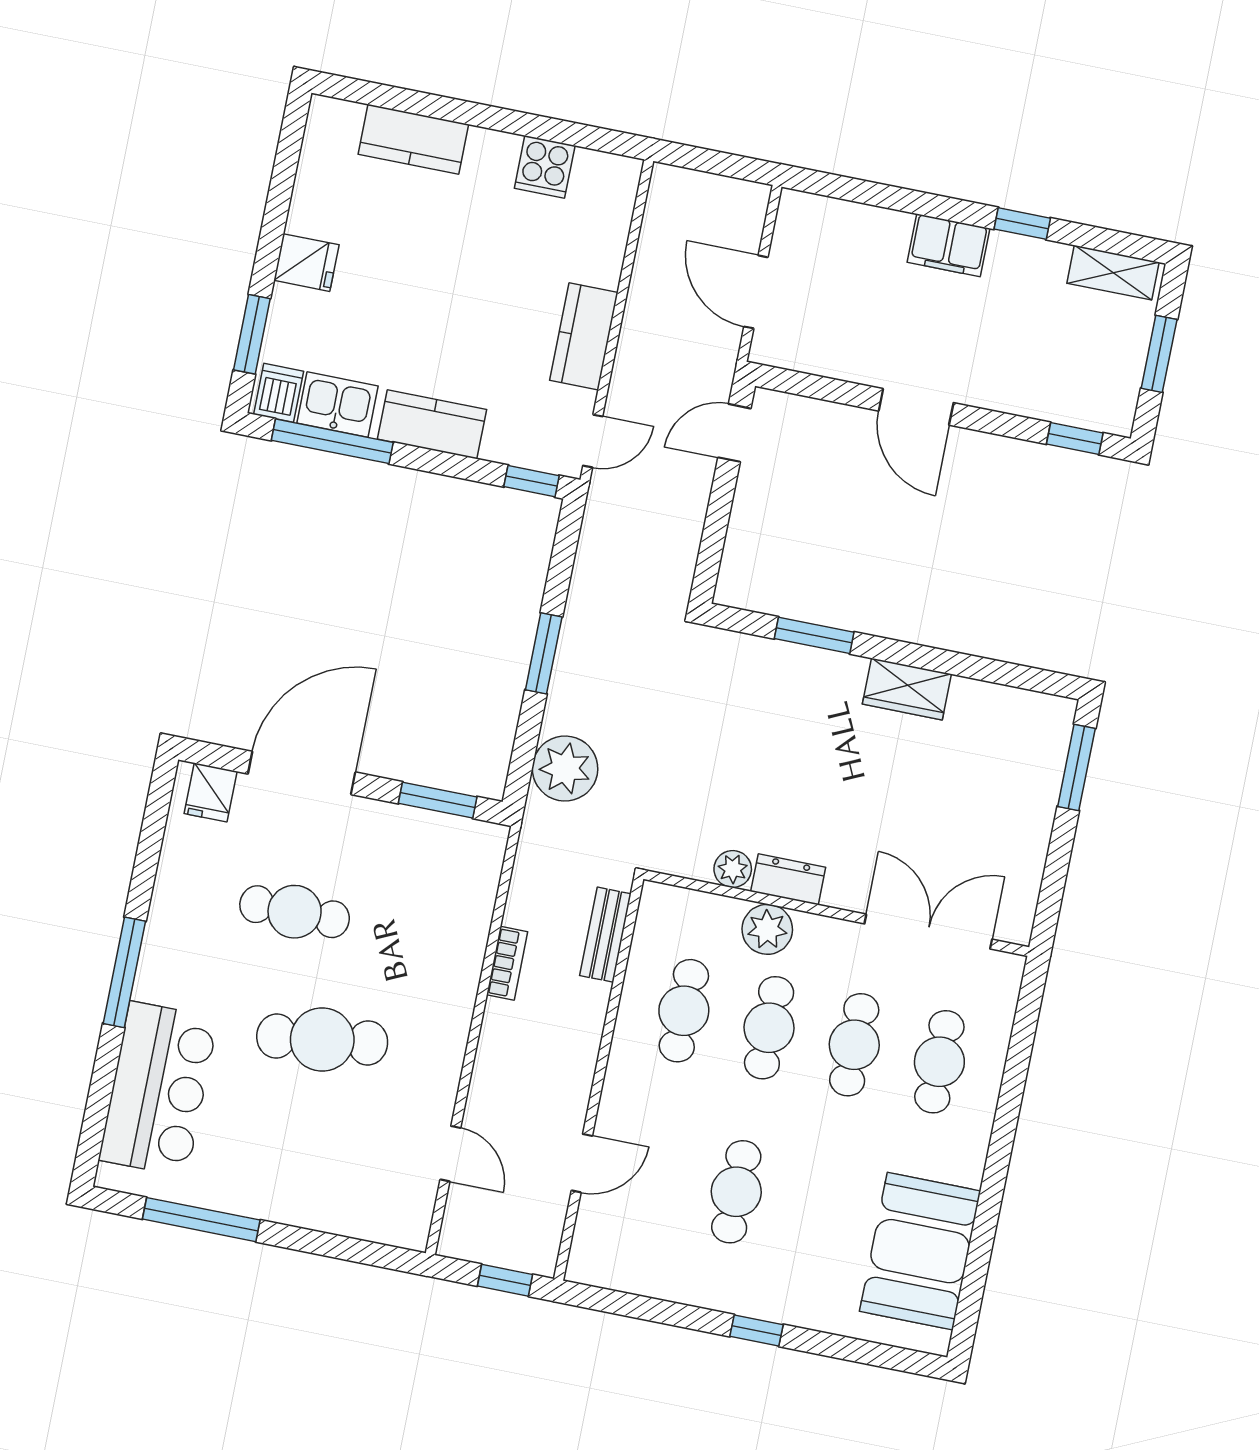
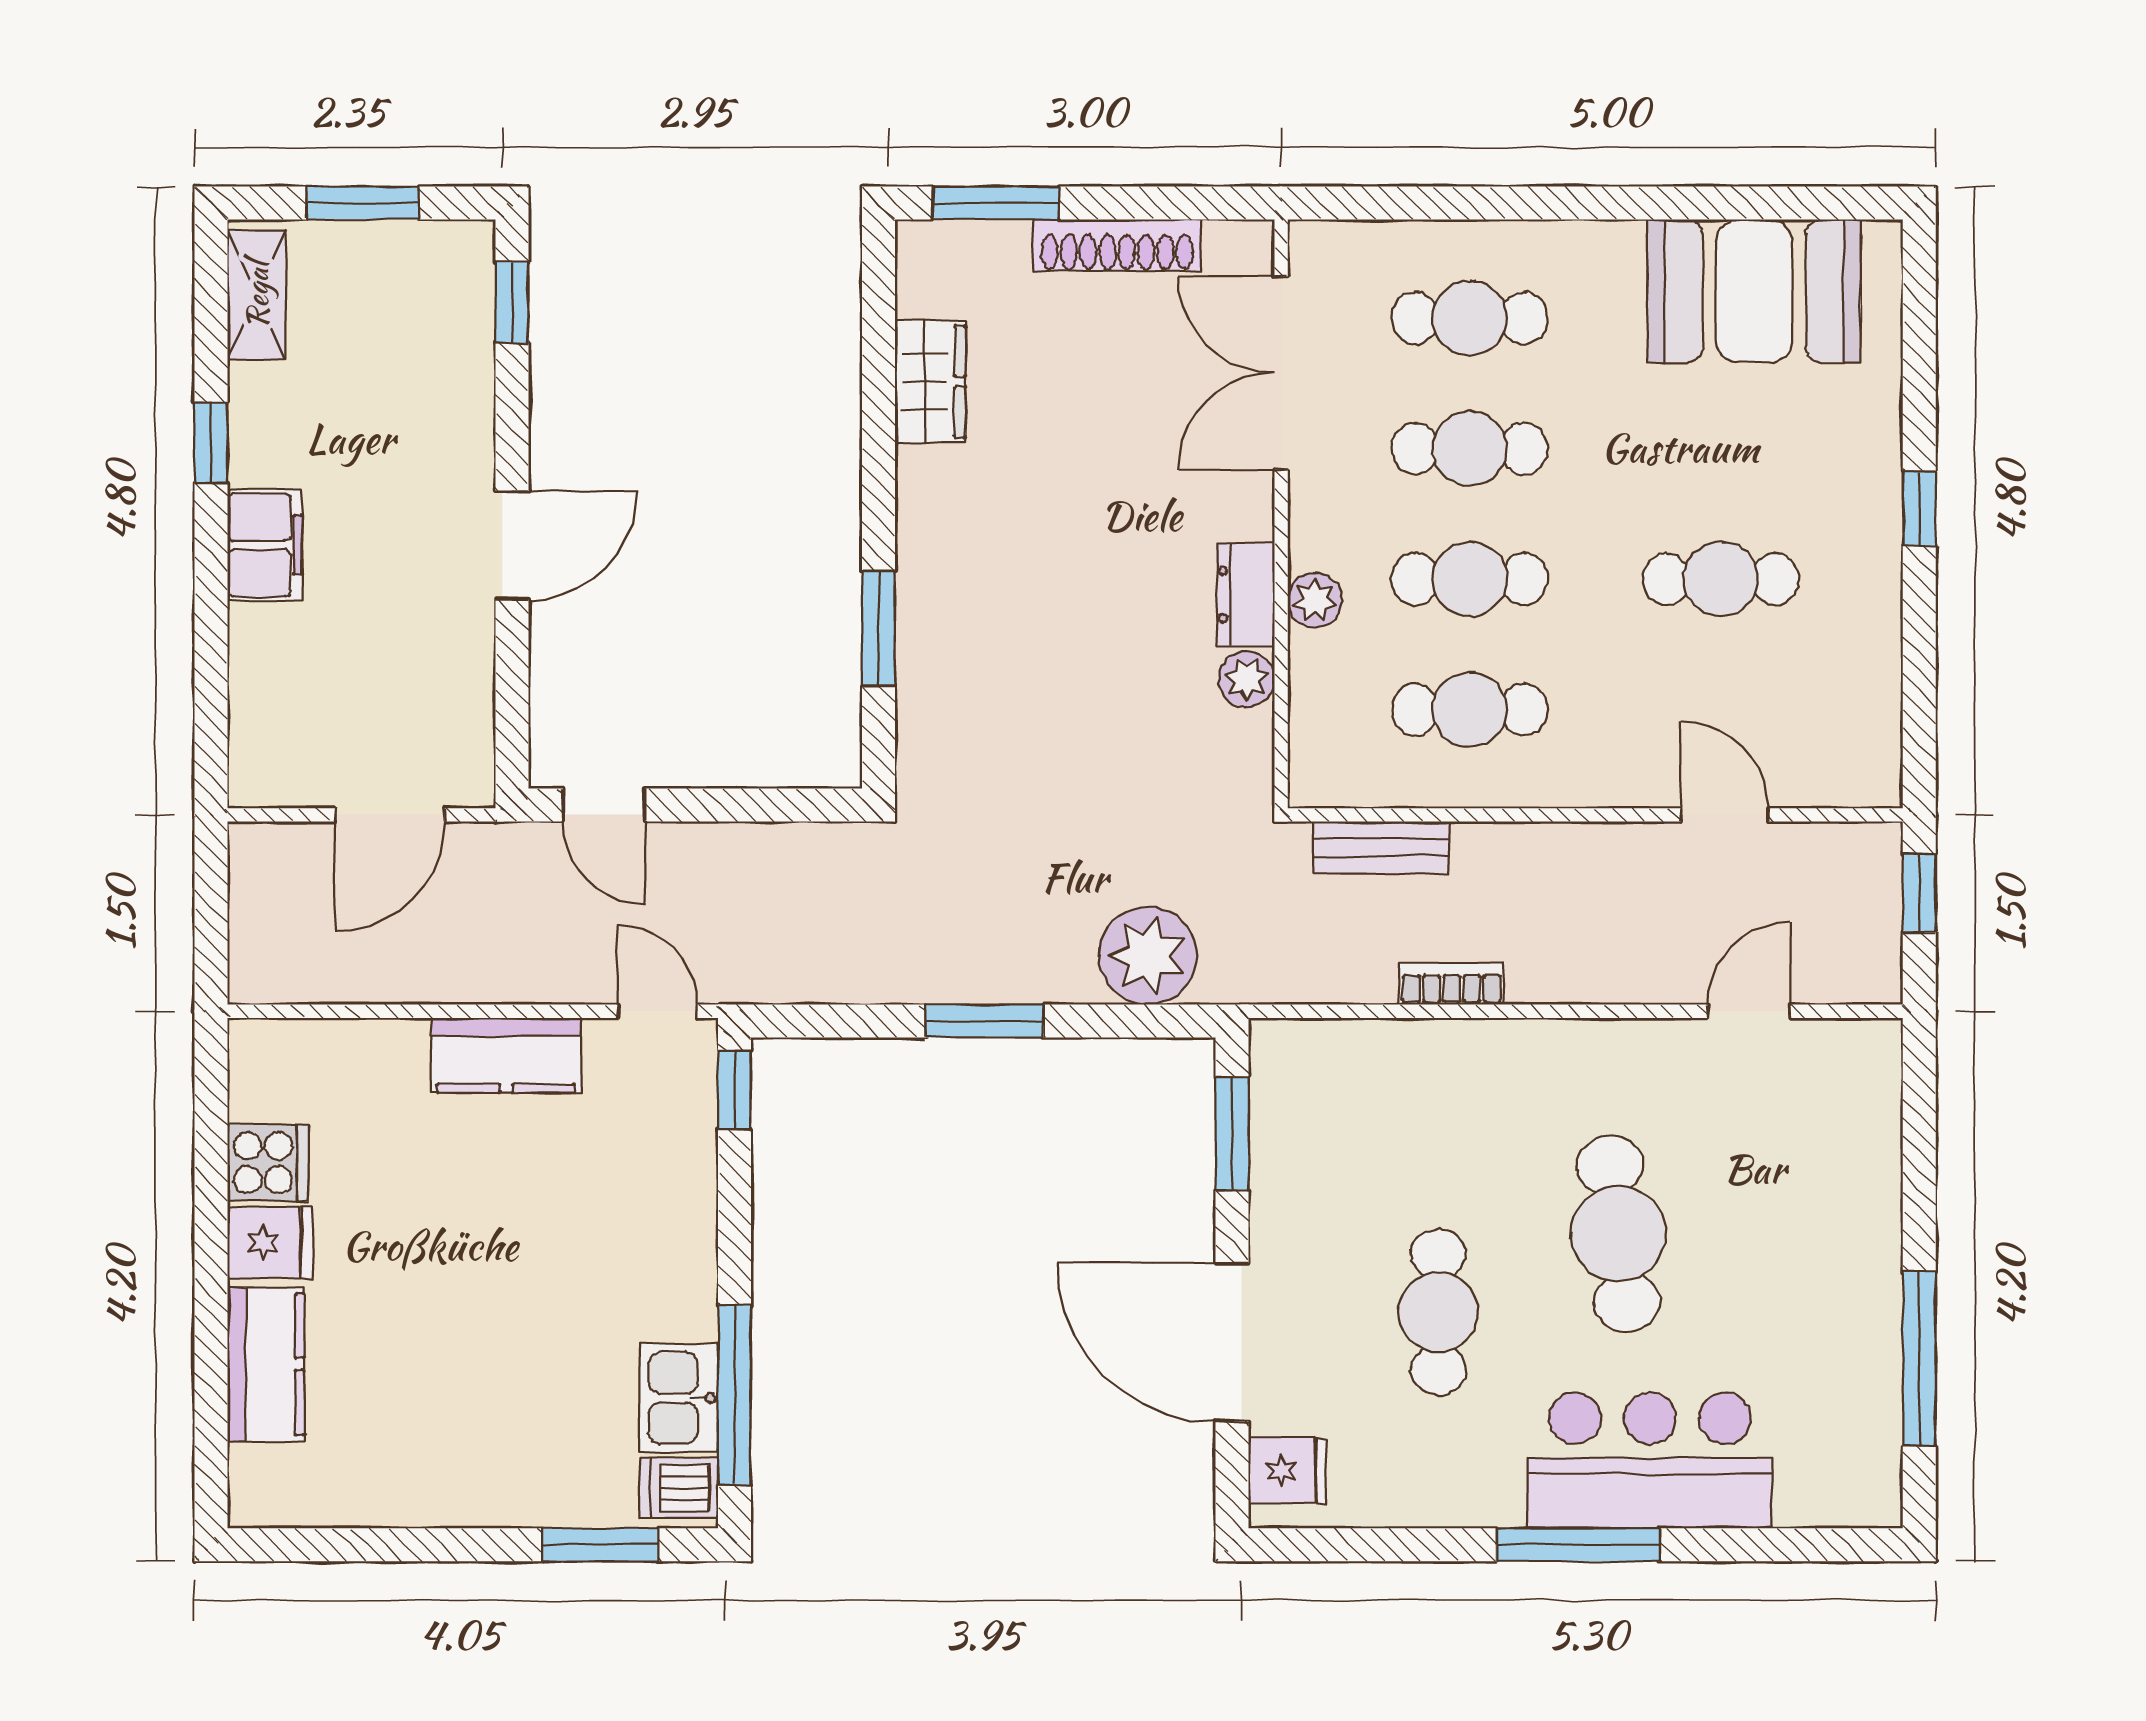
fridge: (306, 263) -> (270, 1242), moved, turned 90
kitchen counter: (432, 424) -> (680, 1253), removed
wardrobe: (907, 689) -> (930, 382), moved
shoe rack: (1033, 841) -> (1117, 245), added
plant: (767, 929) -> (1315, 600), width x0.73, depth x0.73
bar counter: (158, 1089) -> (1650, 1460), moved

